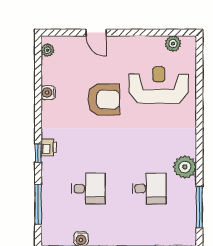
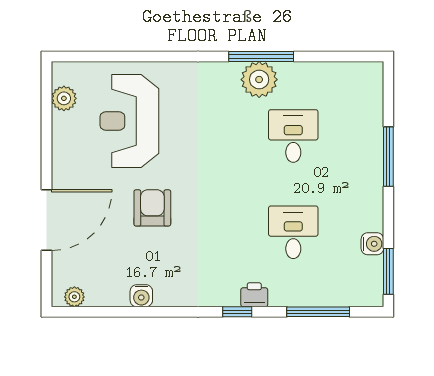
door: (96, 33) -> (47, 220), width x1.88
armchair: (104, 99) -> (152, 208), width x0.73, depth x0.73
printer: (49, 147) -> (254, 295), moved
window: (199, 207) -> (261, 57), moved

